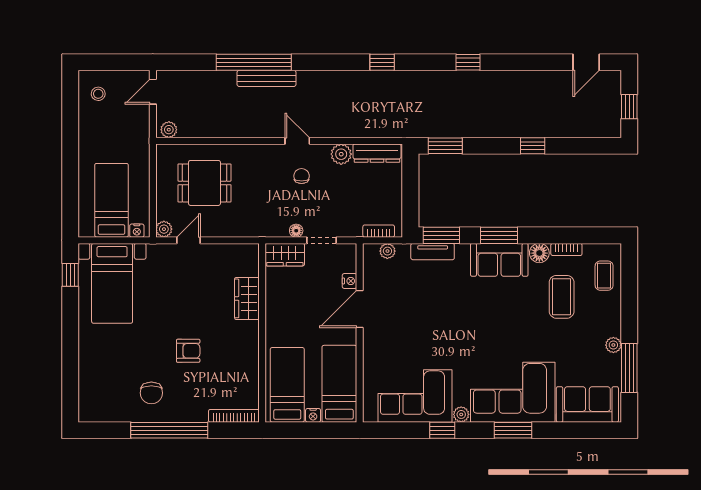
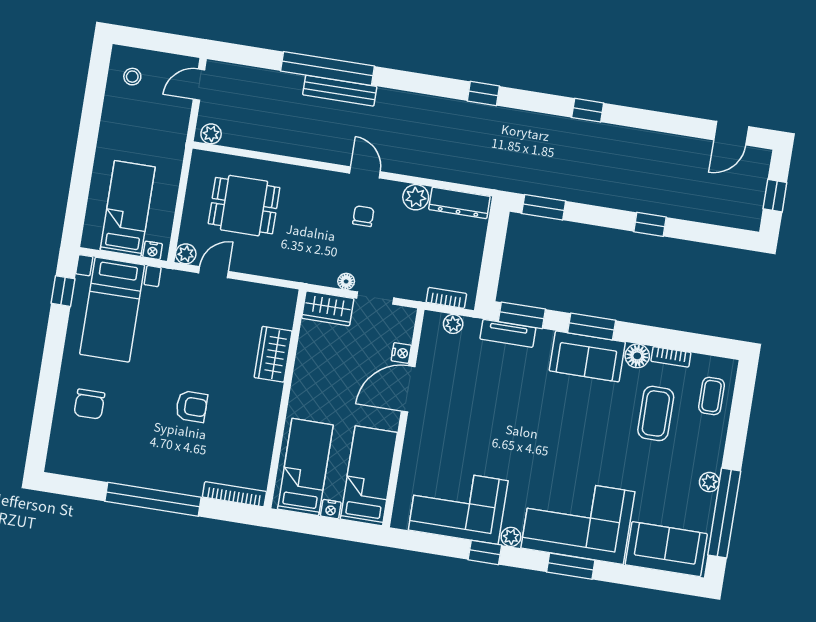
window: (629, 368) -> (724, 513), width x1.46
chair: (151, 393) -> (89, 404), moved

